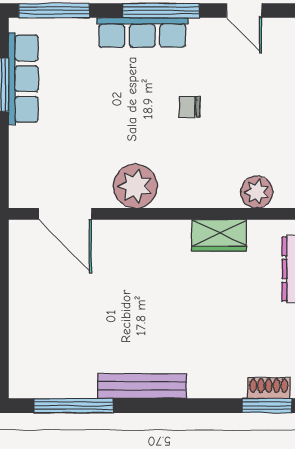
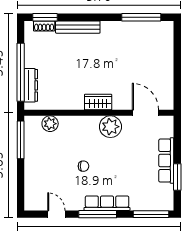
row of seats: (23, 79) -> (166, 161), moved
wardrobe: (219, 235) -> (98, 102), moved
bench: (142, 386) -> (78, 27), moved

